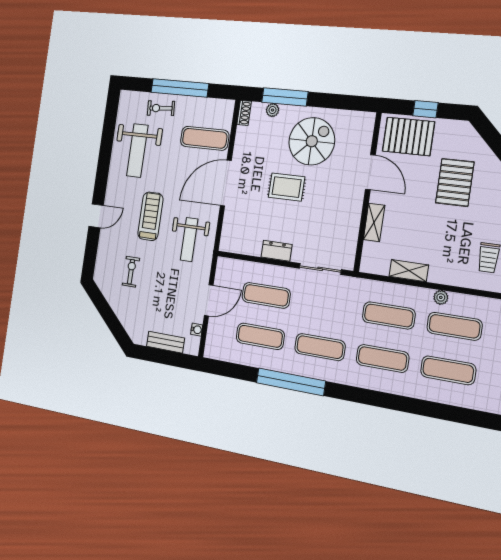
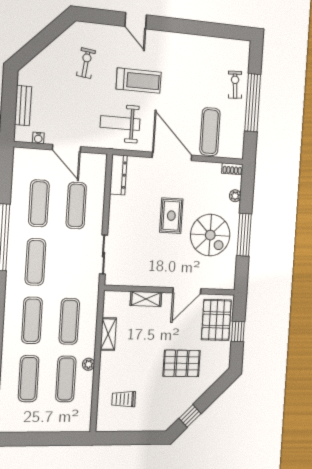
window: (285, 97) -> (244, 235), moved
weight bench: (137, 151) -> (197, 62), removed
dresser: (276, 251) -> (118, 175), moved, width x1.44
exercise bike: (131, 272) -> (86, 63), turned -83

